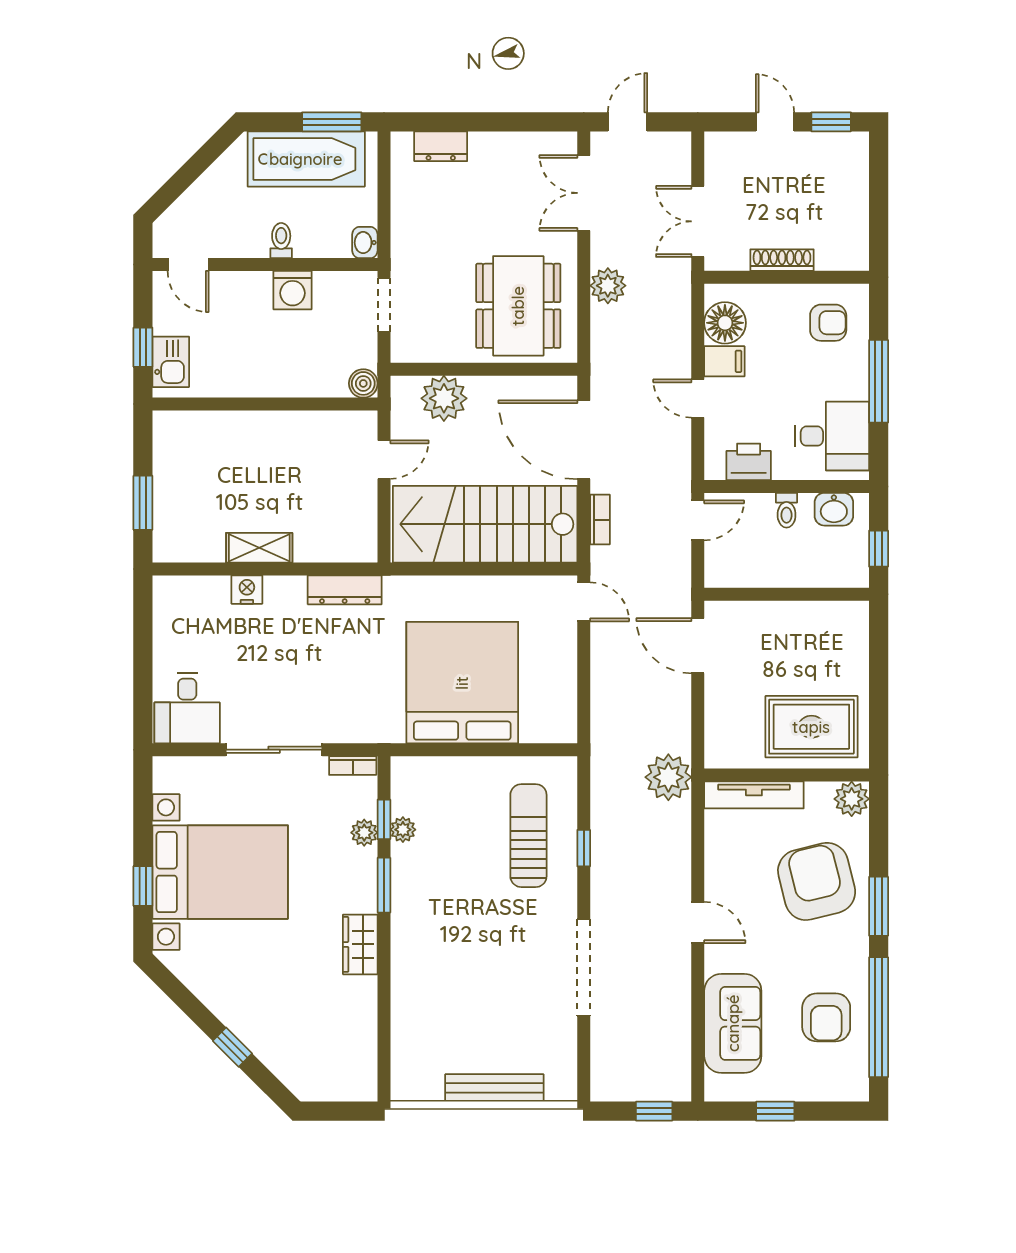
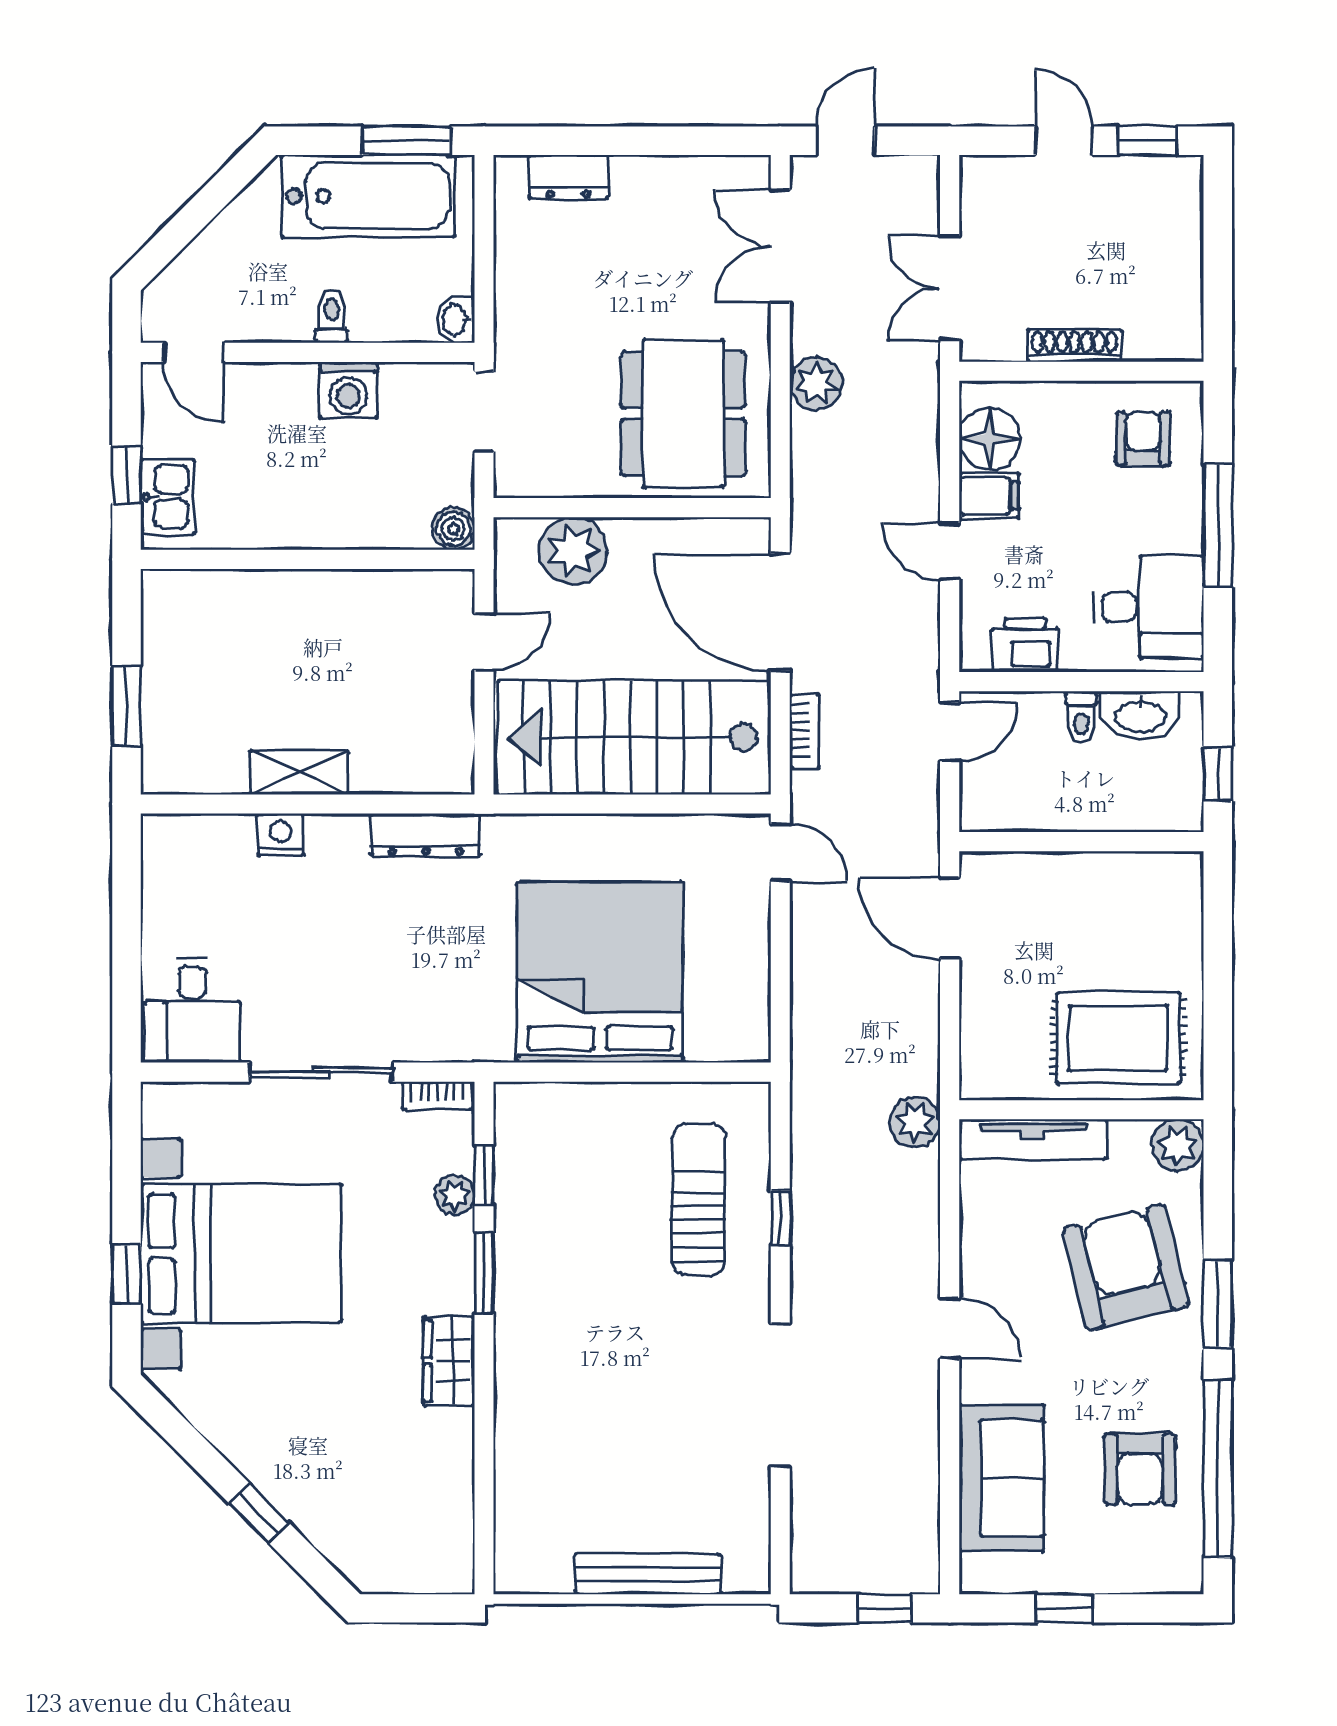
armchair: (828, 323) -> (1143, 439), turned -90
washbasin: (834, 509) -> (1140, 715), width x1.38
plant: (668, 777) -> (915, 1122), width x0.73, depth x0.73
plant: (403, 830) -> (512, 1191), removed

